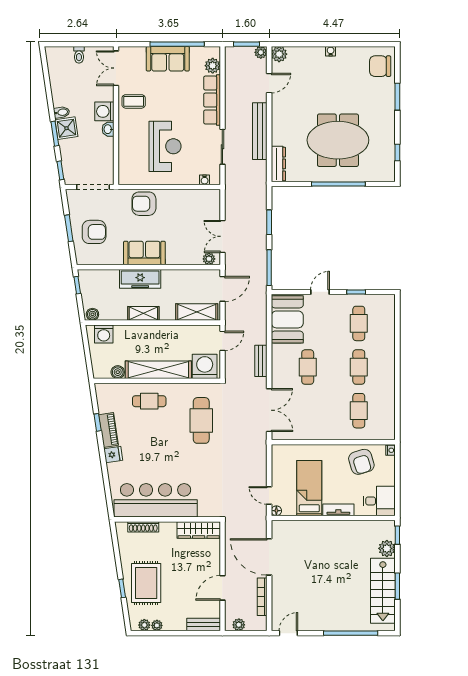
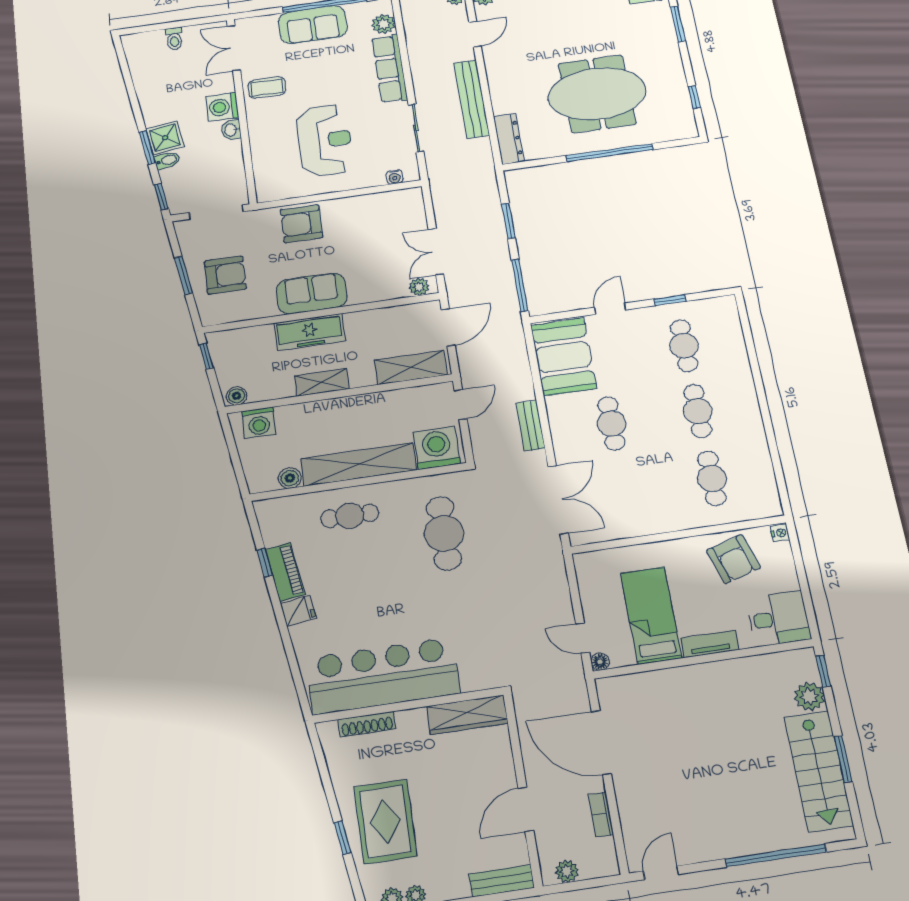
bidet: (62, 112) -> (167, 160), moved
bookcase: (262, 597) -> (601, 814), width x0.64

